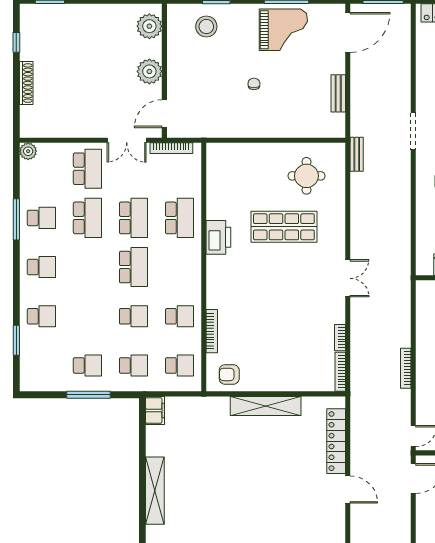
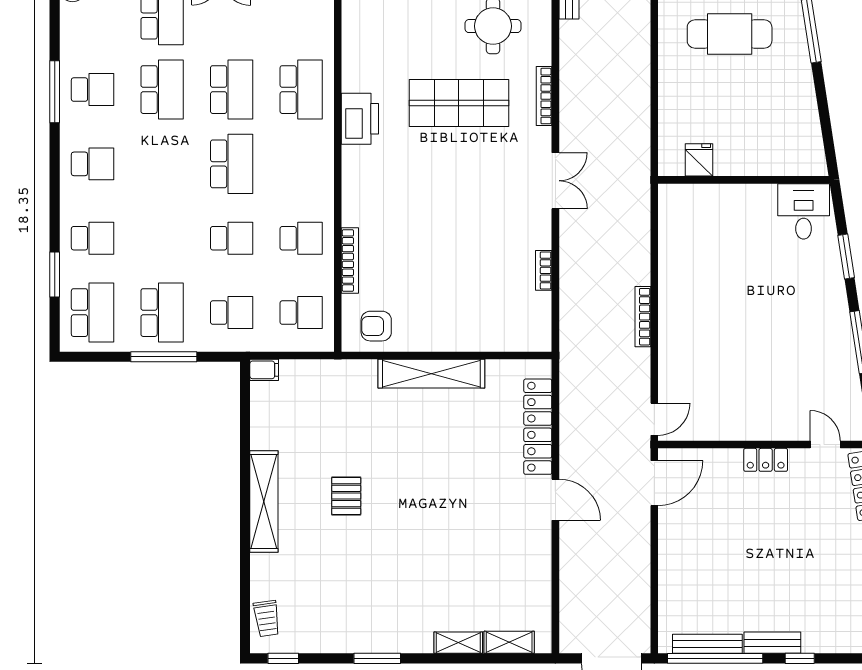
school desk: (41, 365) -> (92, 313), added
school desk: (87, 365) -> (162, 313), width x1.85
bookcase: (340, 372) -> (544, 96), moved
filing cabinet: (155, 410) -> (264, 370), width x0.50
pallet: (209, 487) -> (346, 496), added

